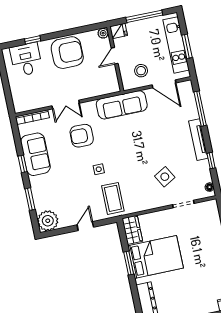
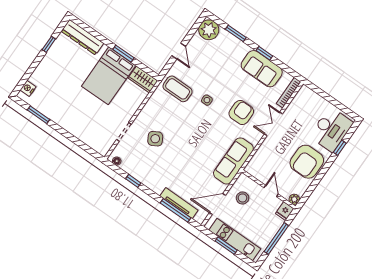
desk: (26, 59) -> (331, 130), width x1.37
tv unit: (198, 140) -> (179, 203), moved

